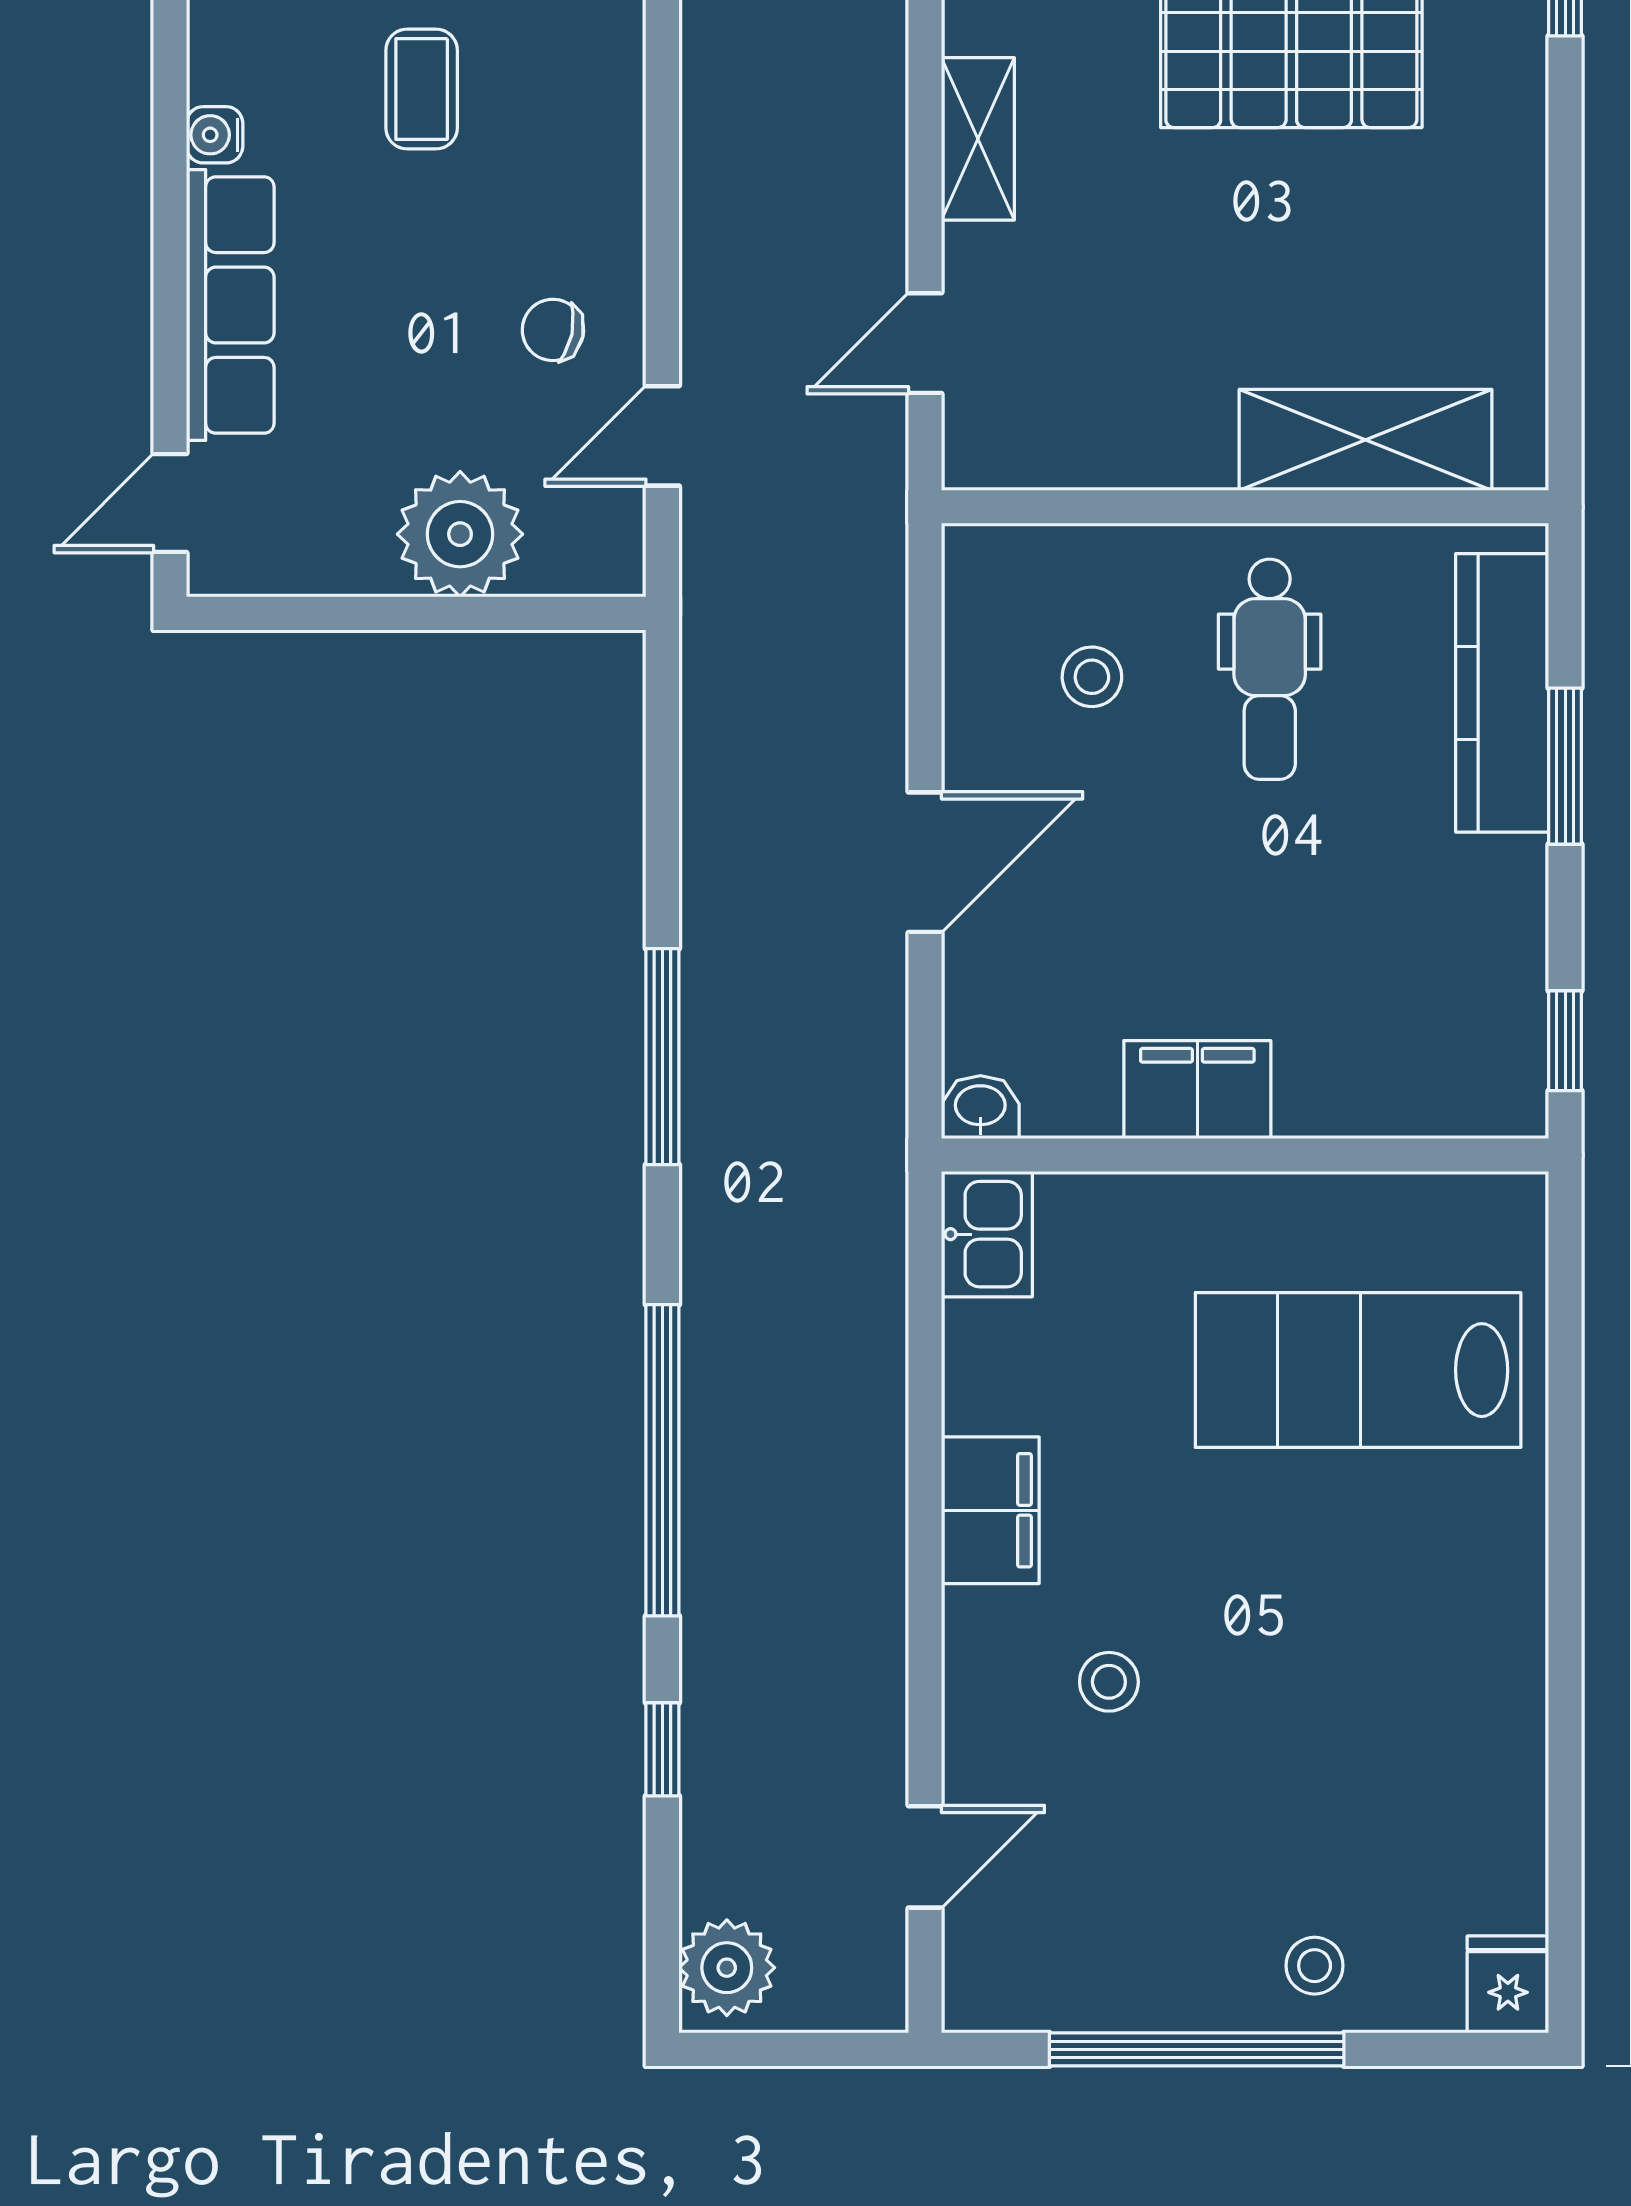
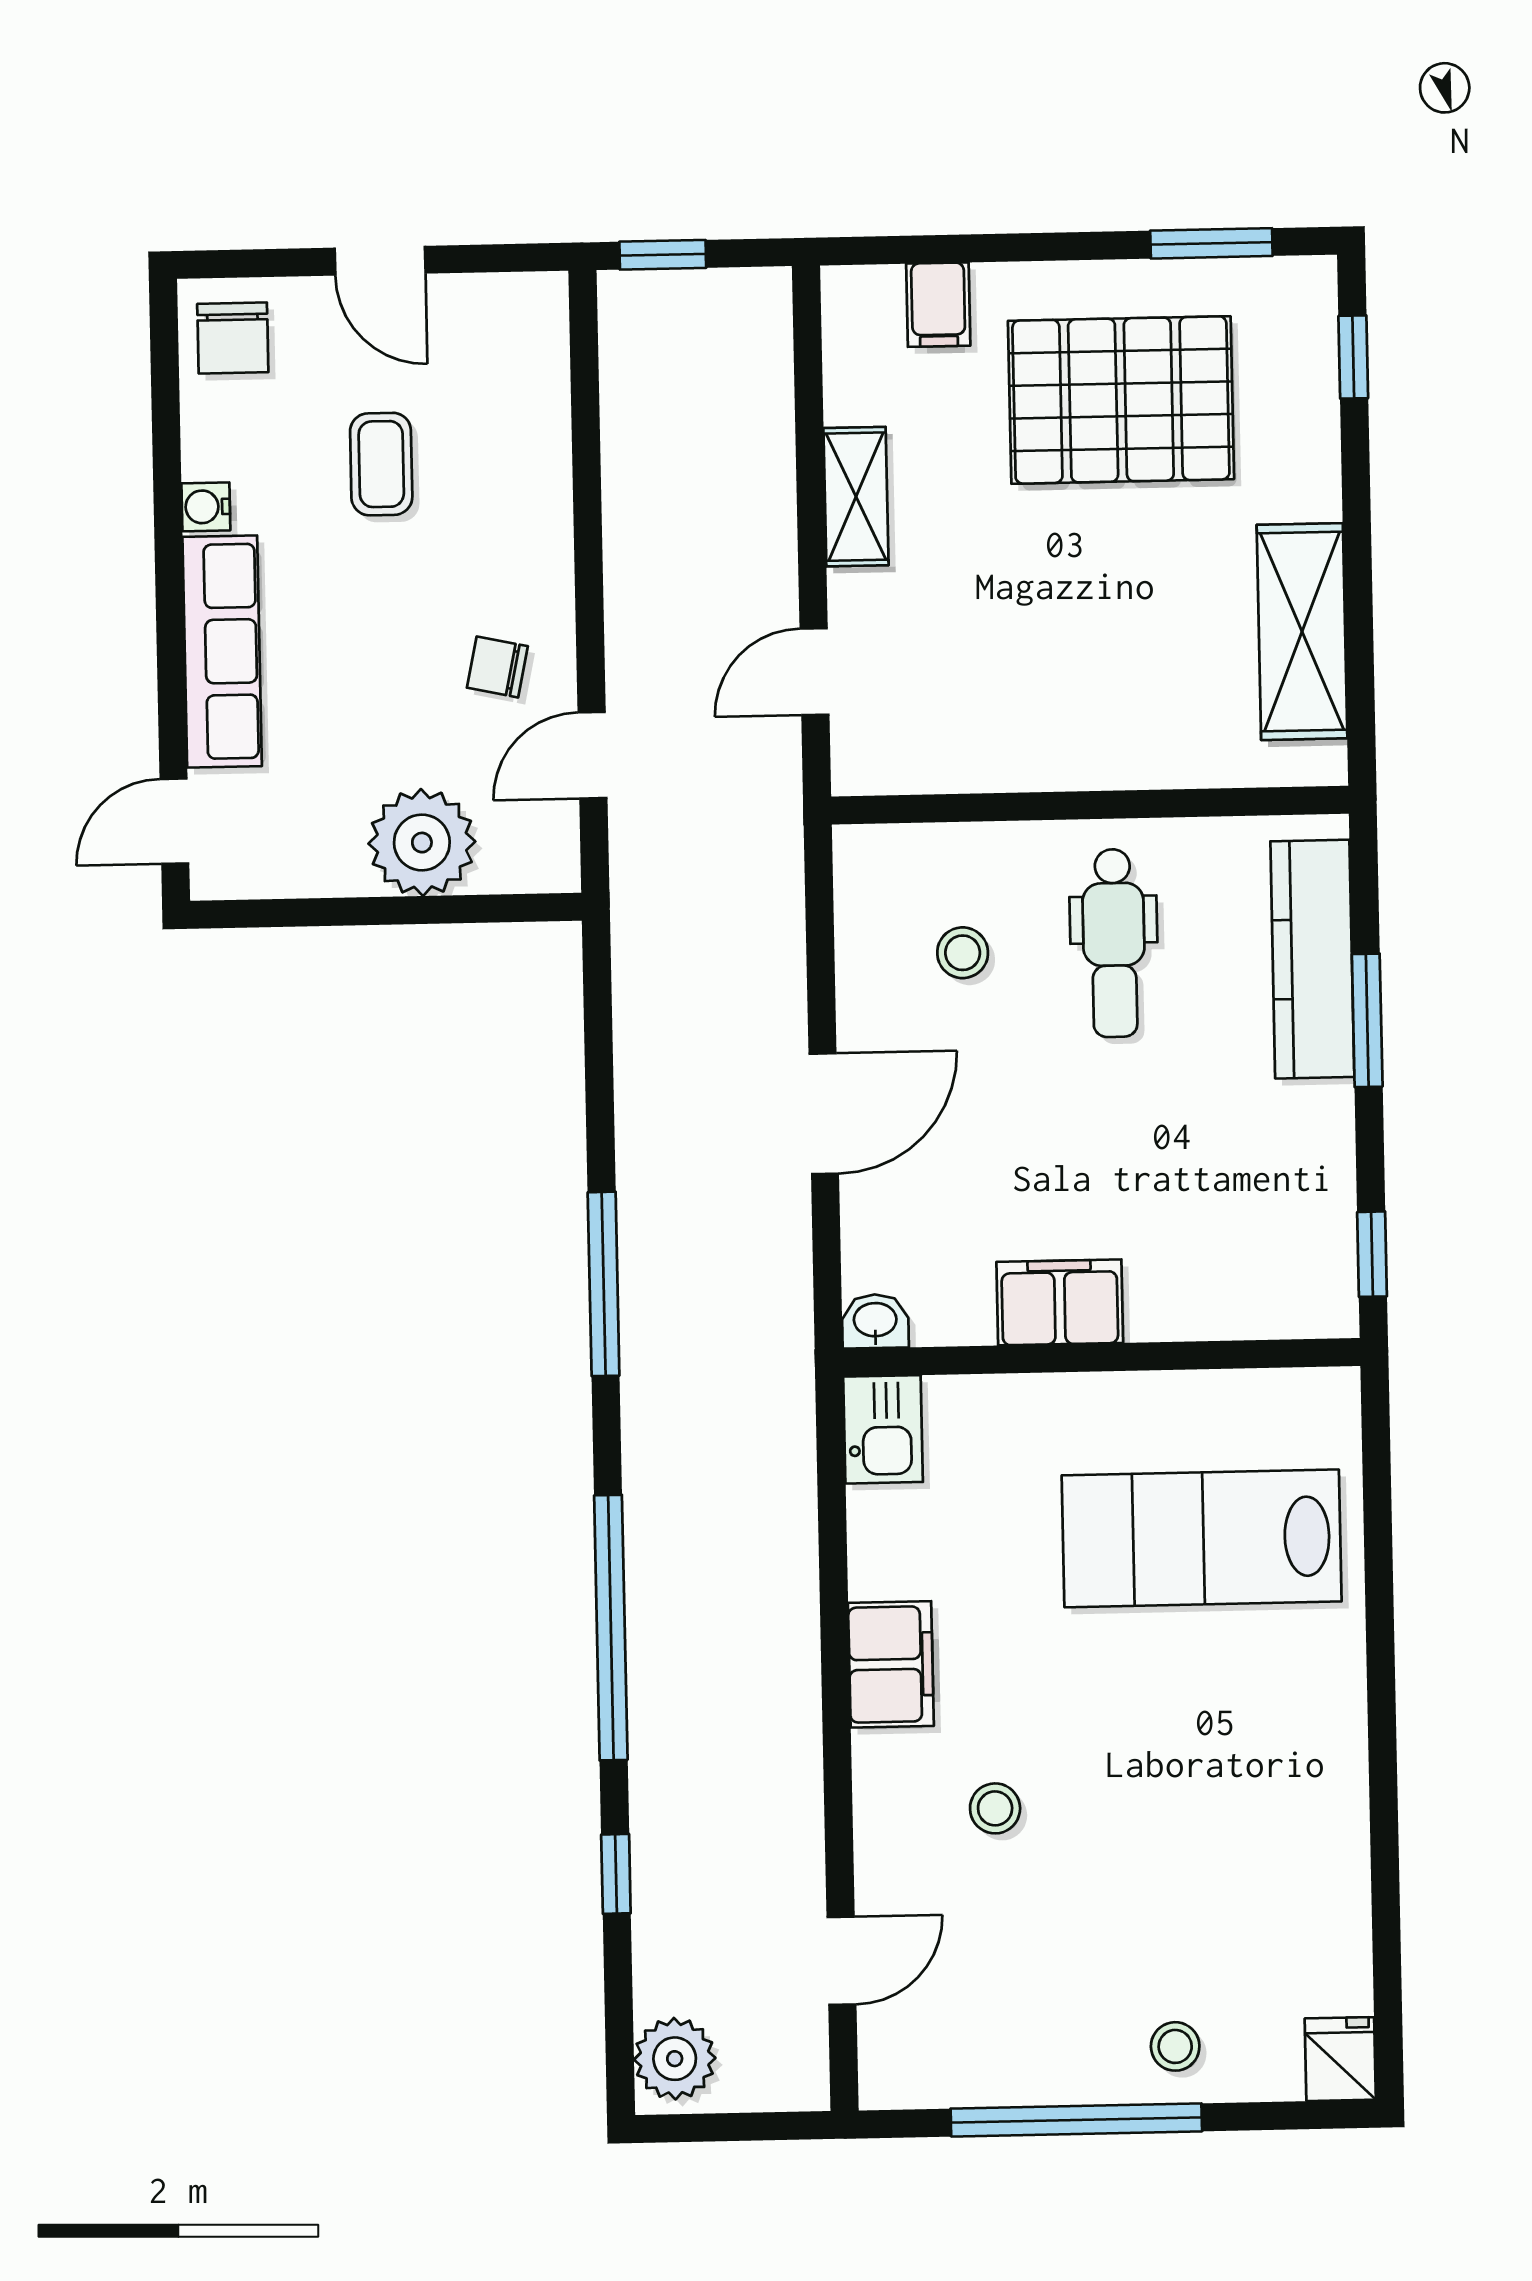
shelving: (1366, 440) -> (1302, 632), moved, turned 90

